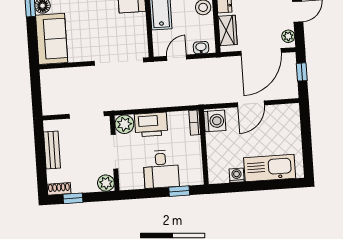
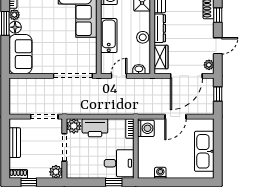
kitchen sink: (270, 168) -> (204, 151), moved, turned -90
desk: (161, 169) -> (119, 163), moved, turned -90

